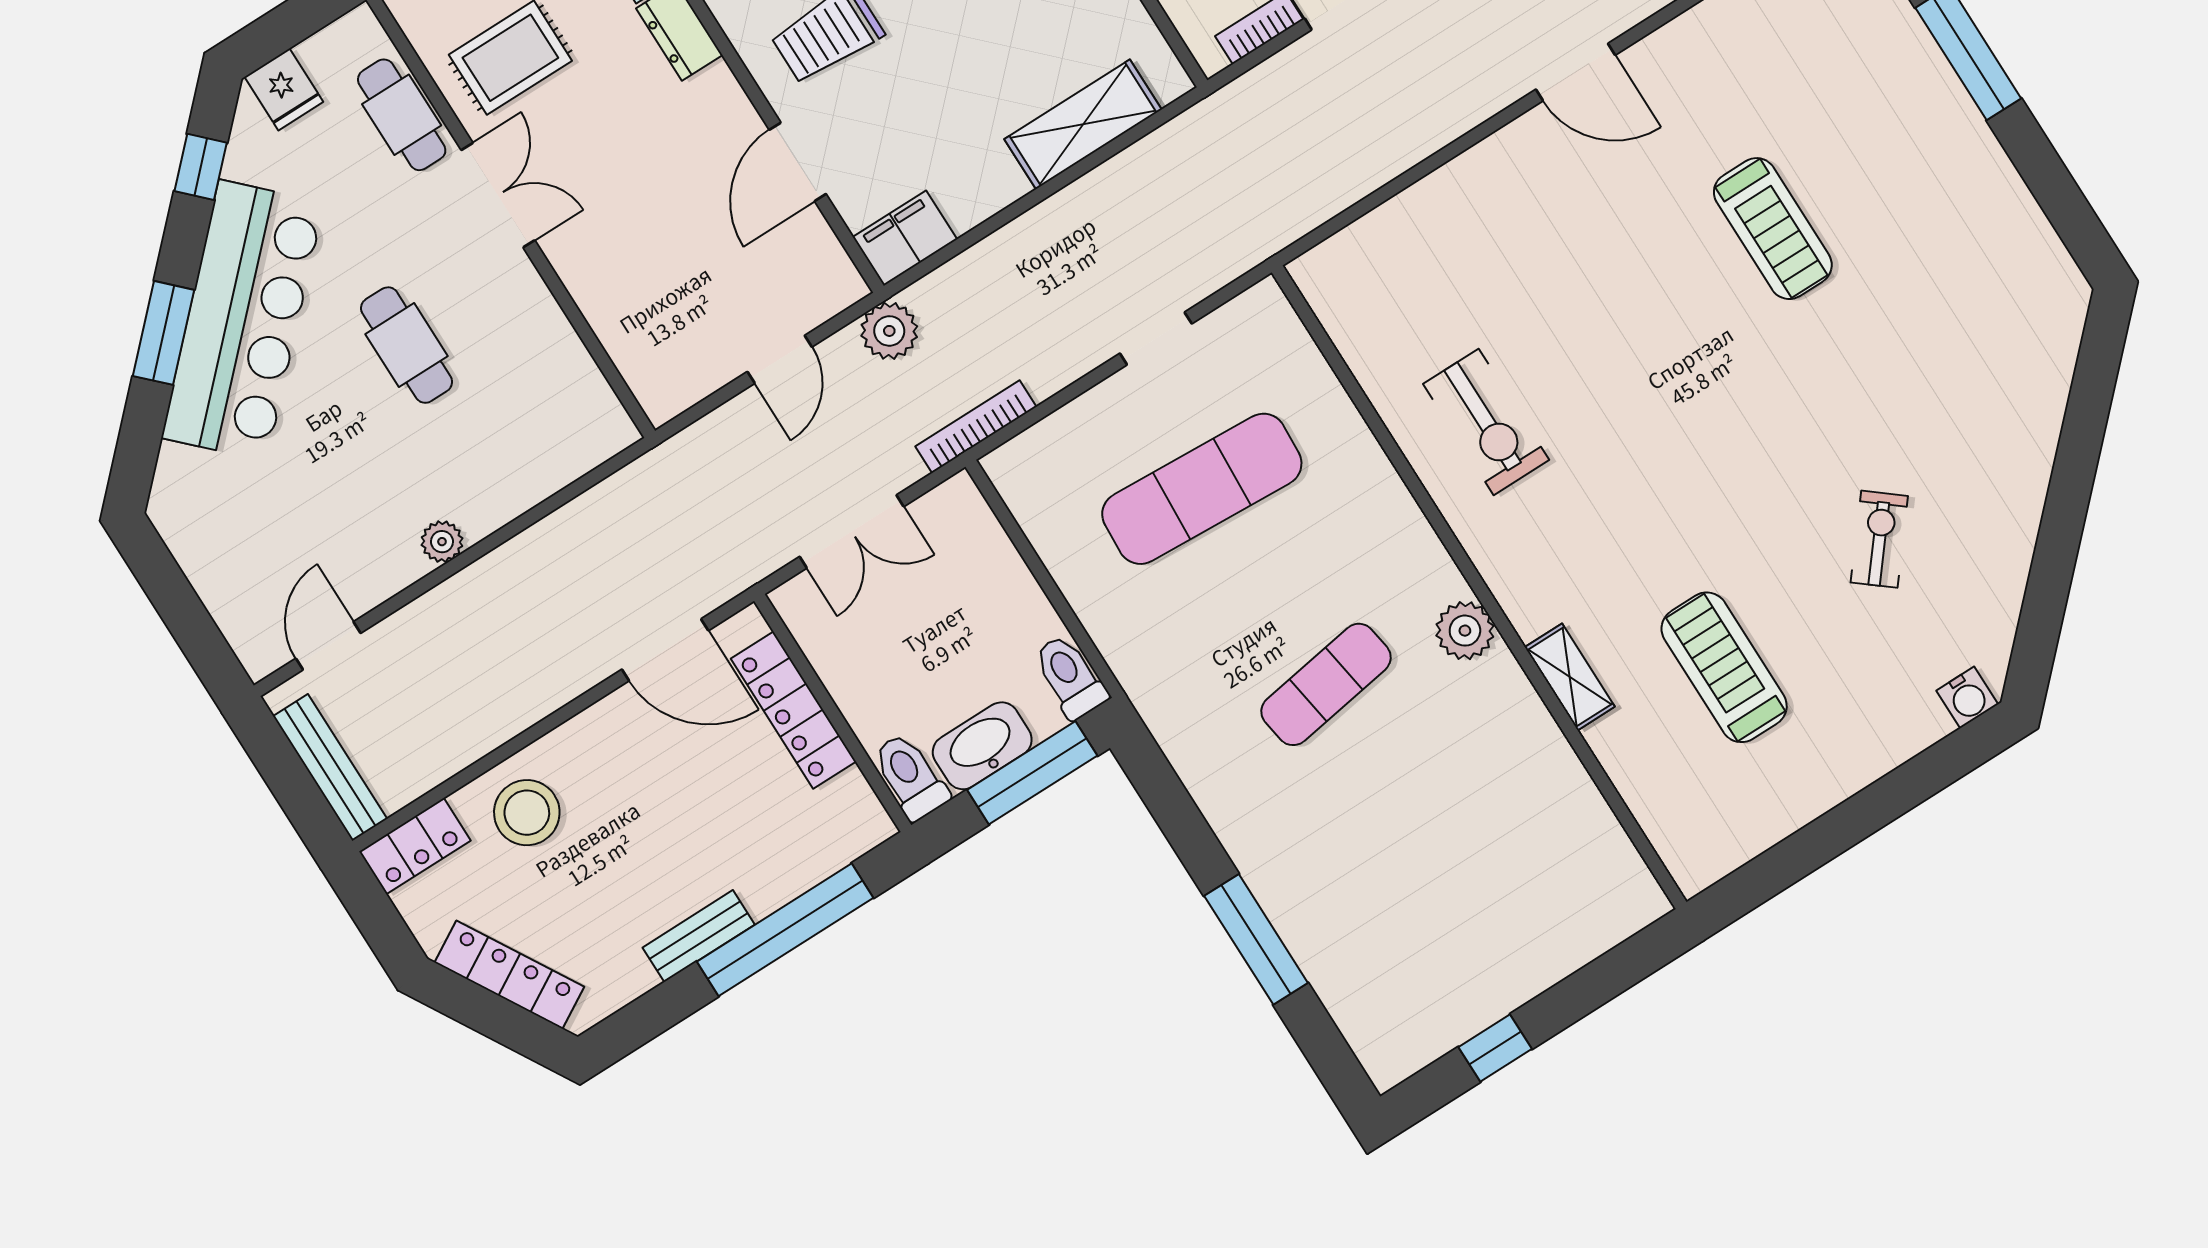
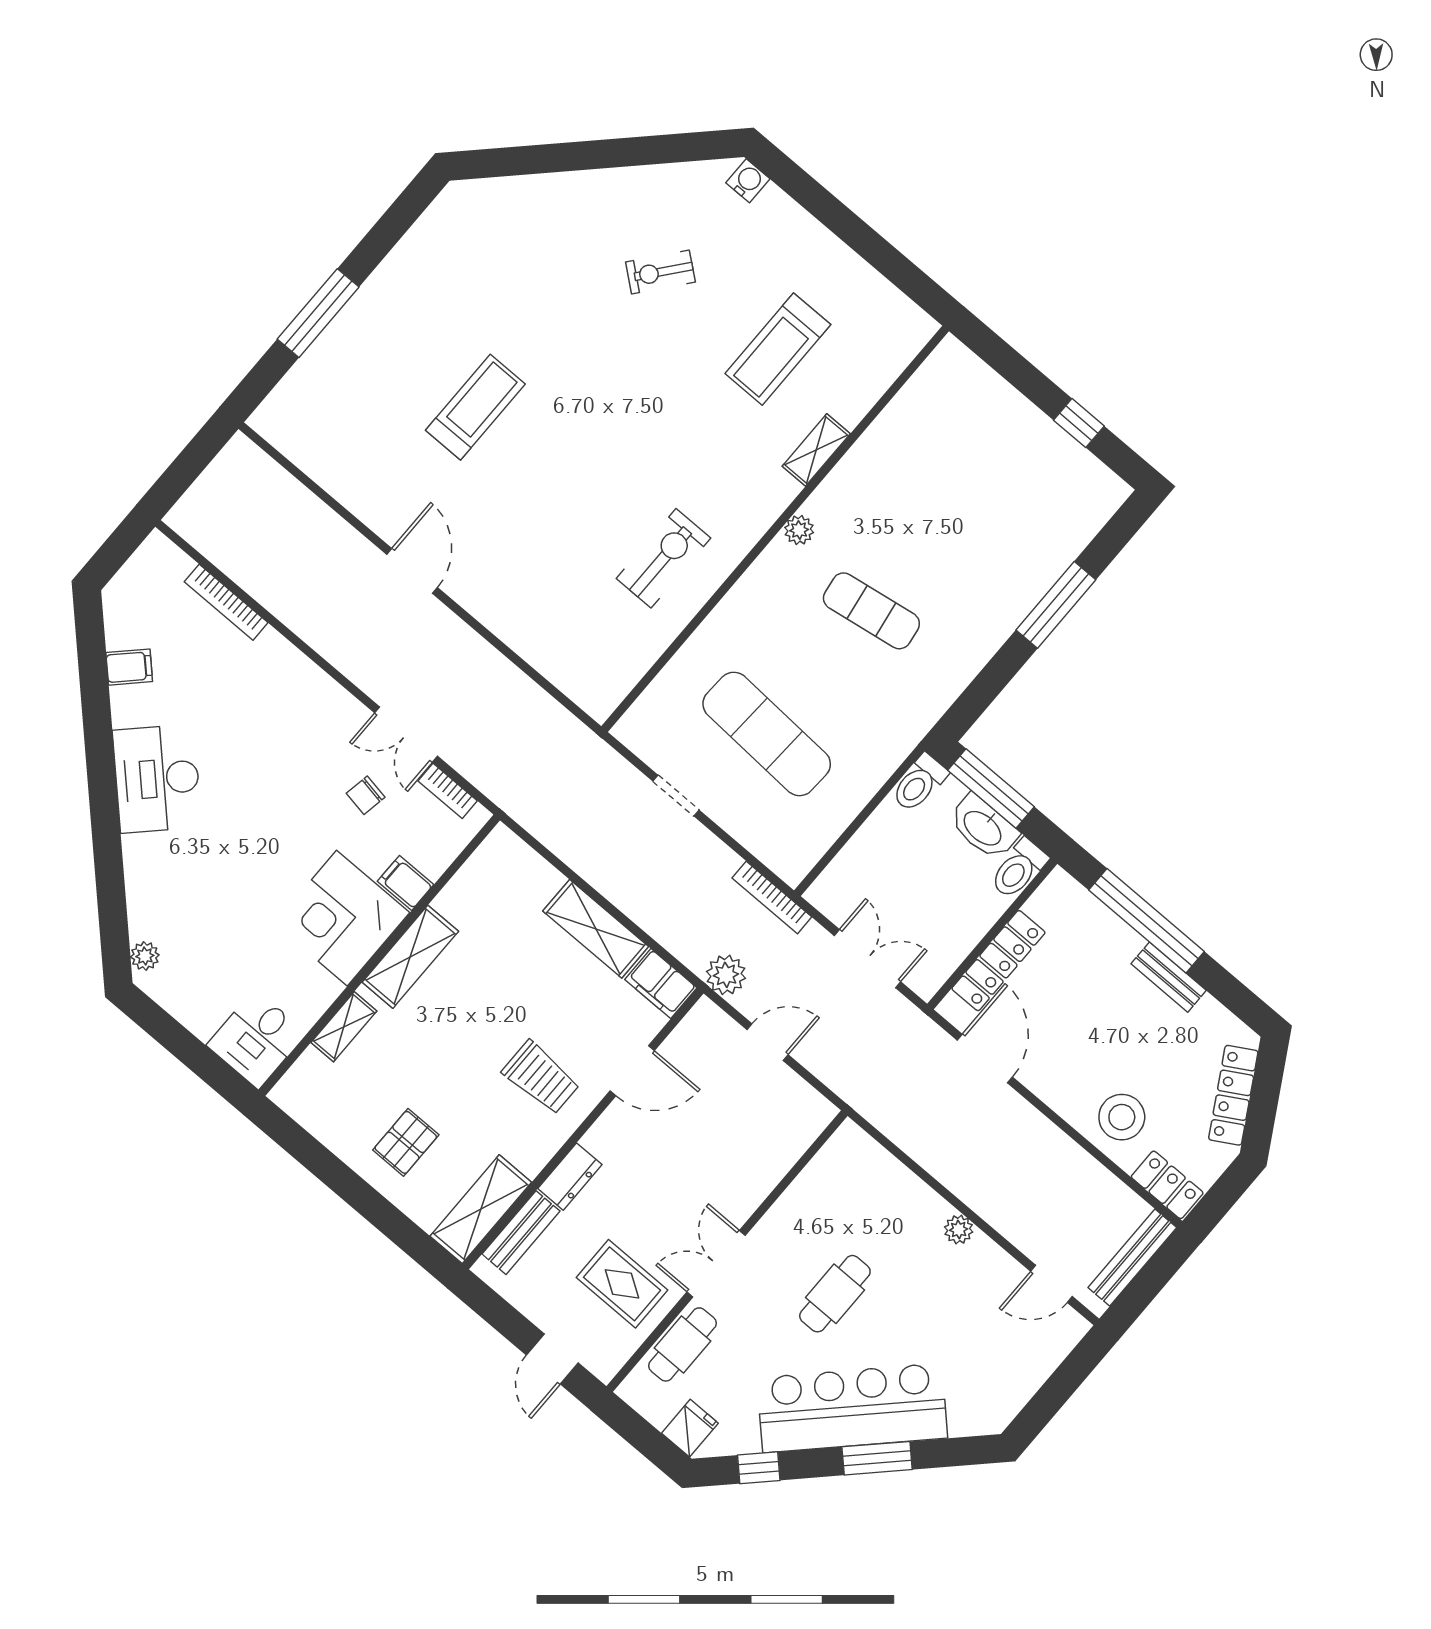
shelving: (1083, 124) -> (596, 929), moved
plant: (1465, 631) -> (799, 530), width x0.73, depth x0.73

